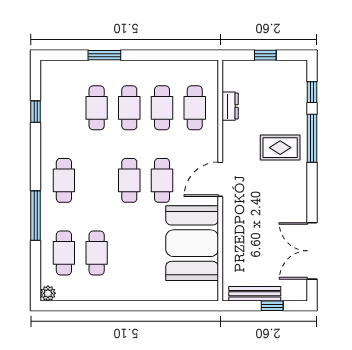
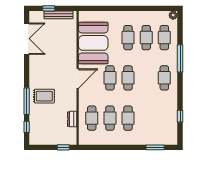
window: (104, 55) -> (155, 147), moved
window: (265, 55) -> (63, 147), moved
cafe table: (97, 108) -> (128, 38), moved

